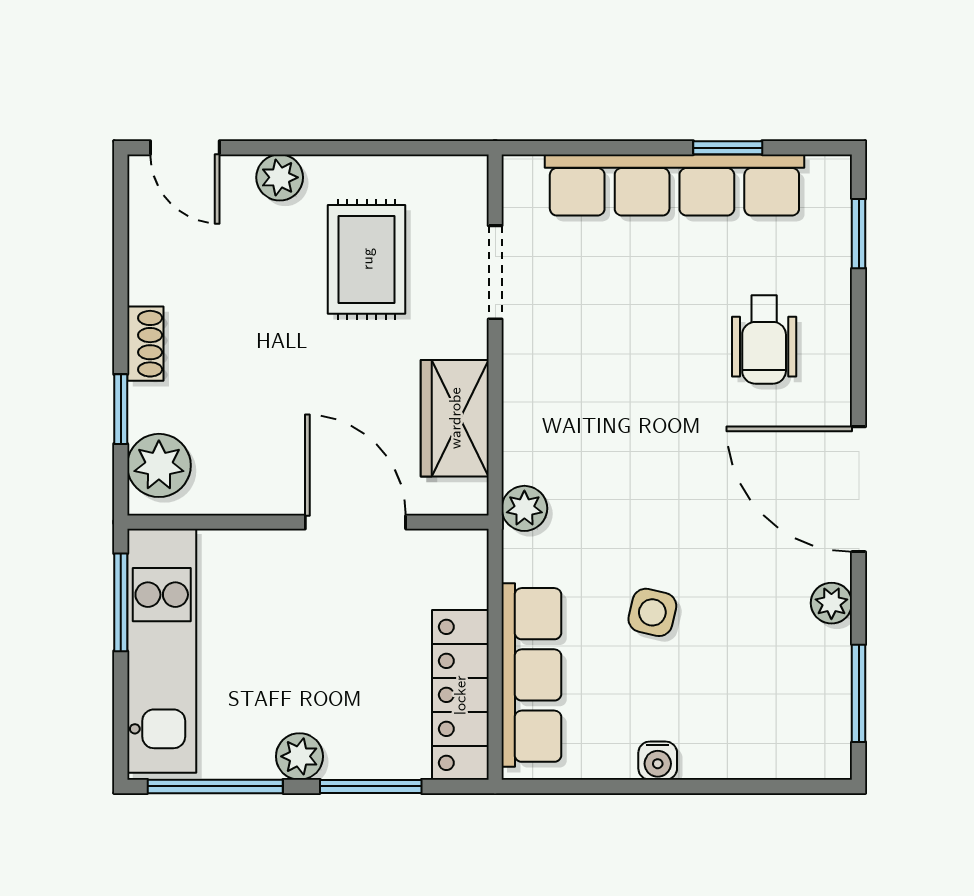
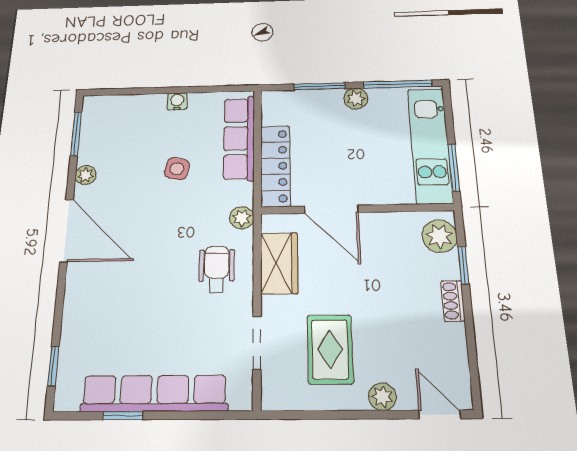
wheelchair: (764, 340) -> (217, 269), moved
locker: (460, 695) -> (275, 166), moved

